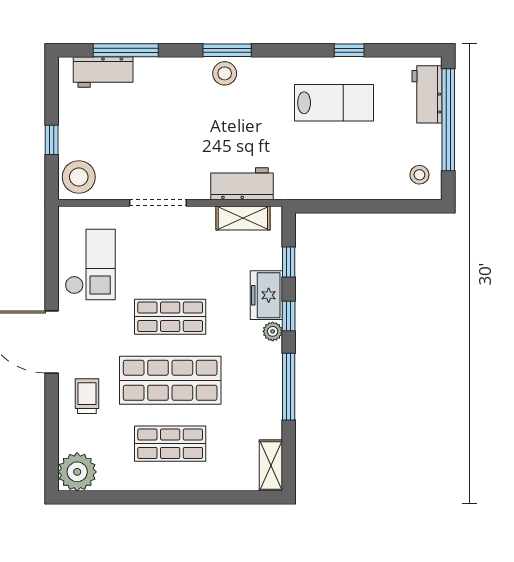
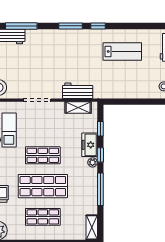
window: (349, 50) -> (98, 26), moved
stool: (225, 73) -> (69, 37), removed

